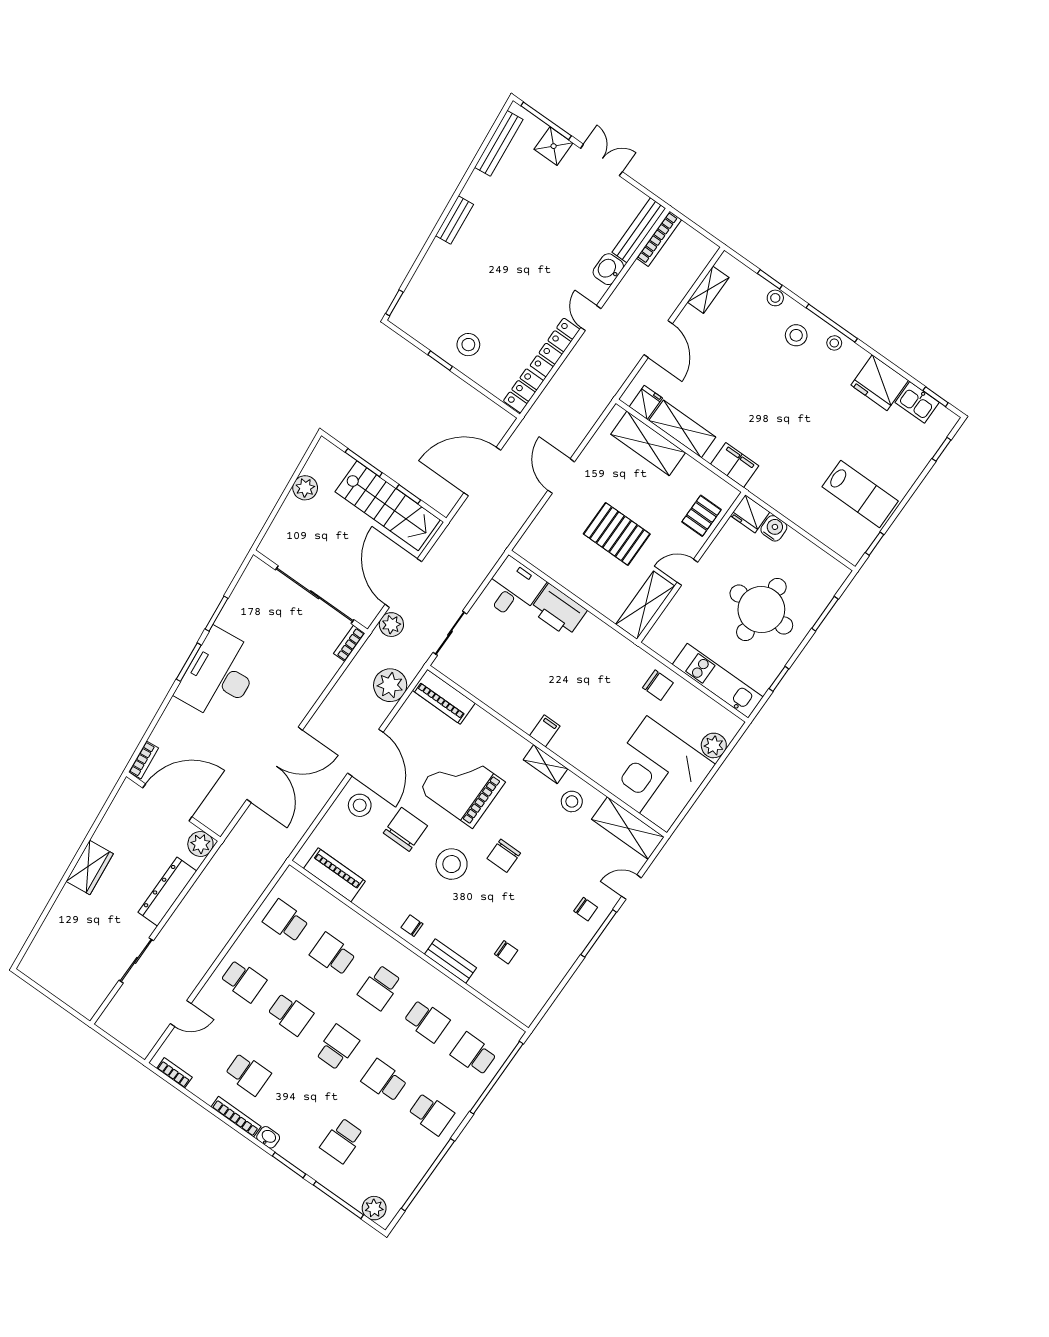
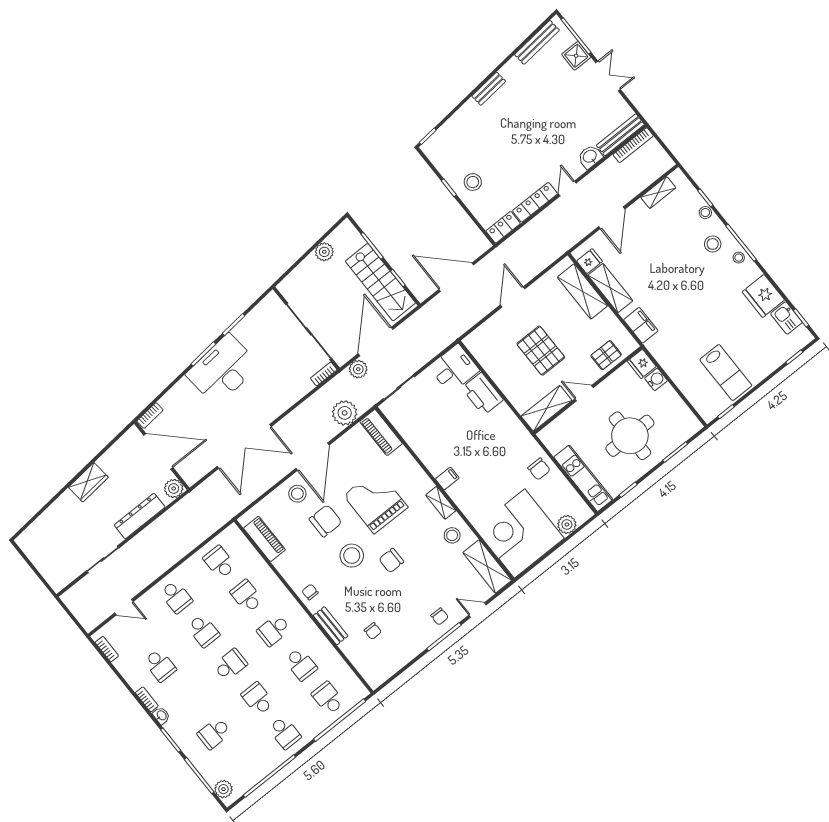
bookcase: (236, 1117) -> (147, 699), width x0.64

